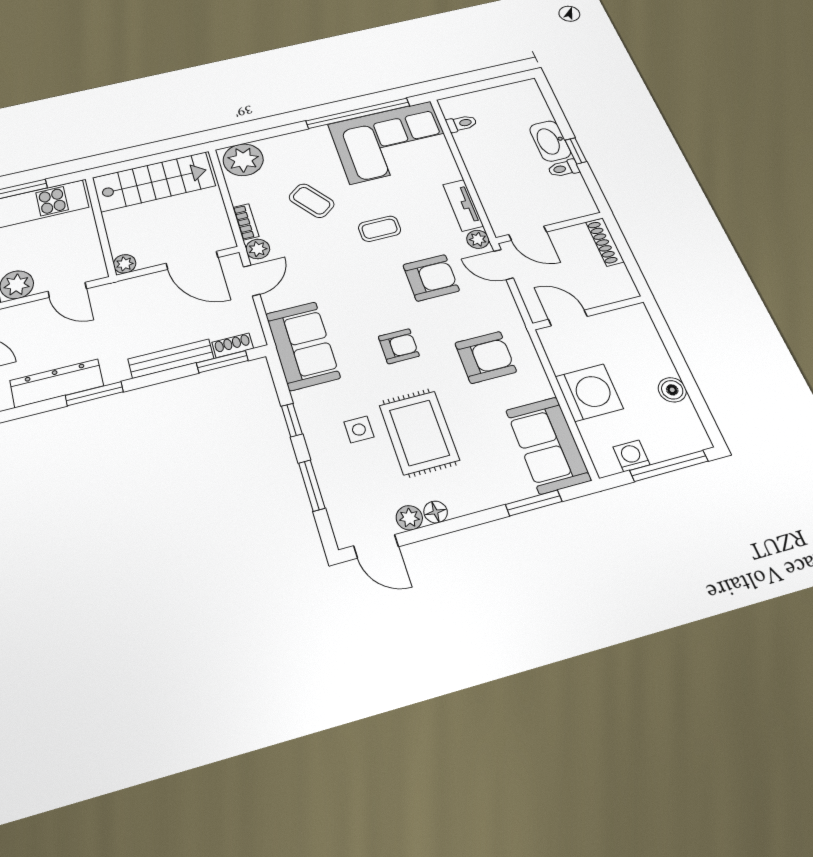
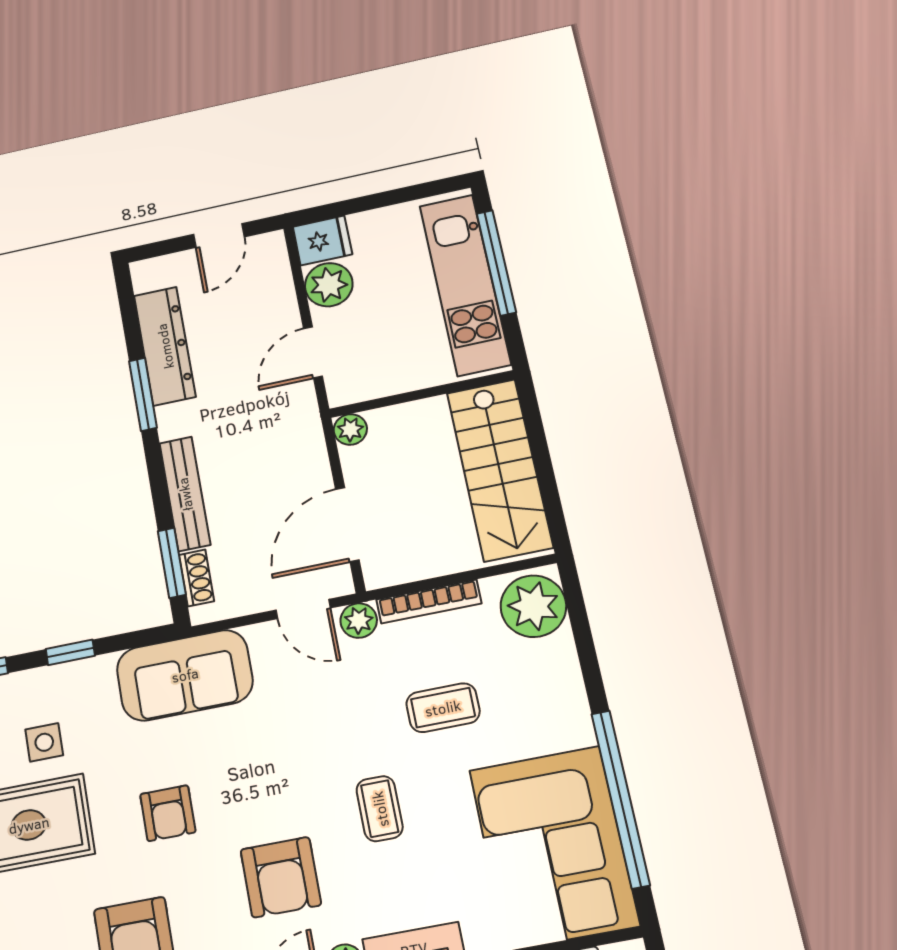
coffee table: (312, 201) -> (443, 708), turned 37
bookcase: (246, 222) -> (429, 601), width x1.56

